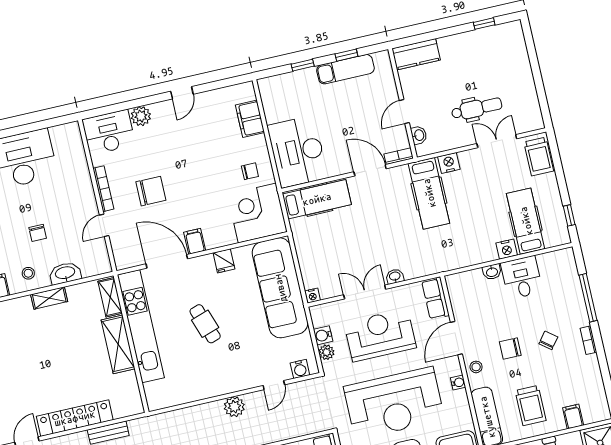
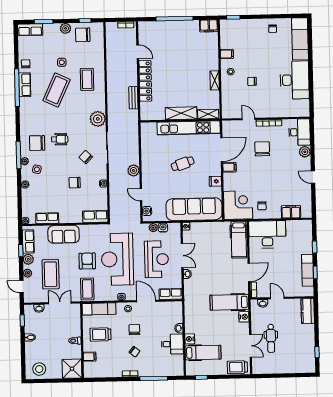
chair: (151, 191) -> (262, 149), turned 180
washbasin: (65, 273) -> (227, 92), removed

